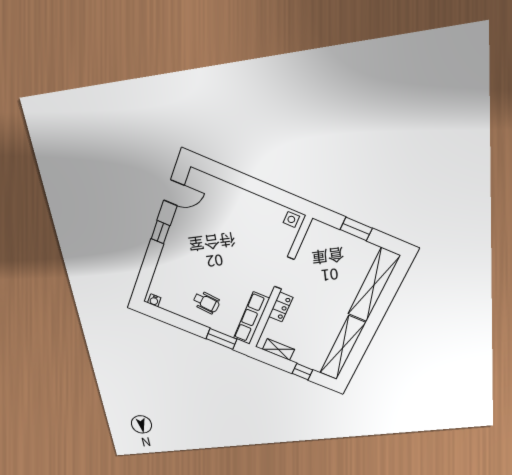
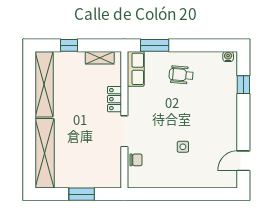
side table: (291, 219) -> (183, 147), moved
window: (160, 232) -> (243, 85), moved
chair: (285, 240) -> (136, 160), added
row of seats: (251, 318) -> (136, 69), width x0.68

